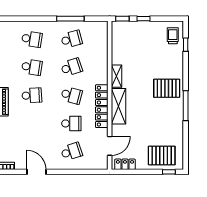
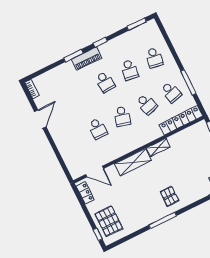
pallet: (167, 88) -> (170, 196), width x0.67, depth x0.71
locker: (102, 106) -> (181, 120), moved
school desk: (71, 152) -> (73, 141), removed

